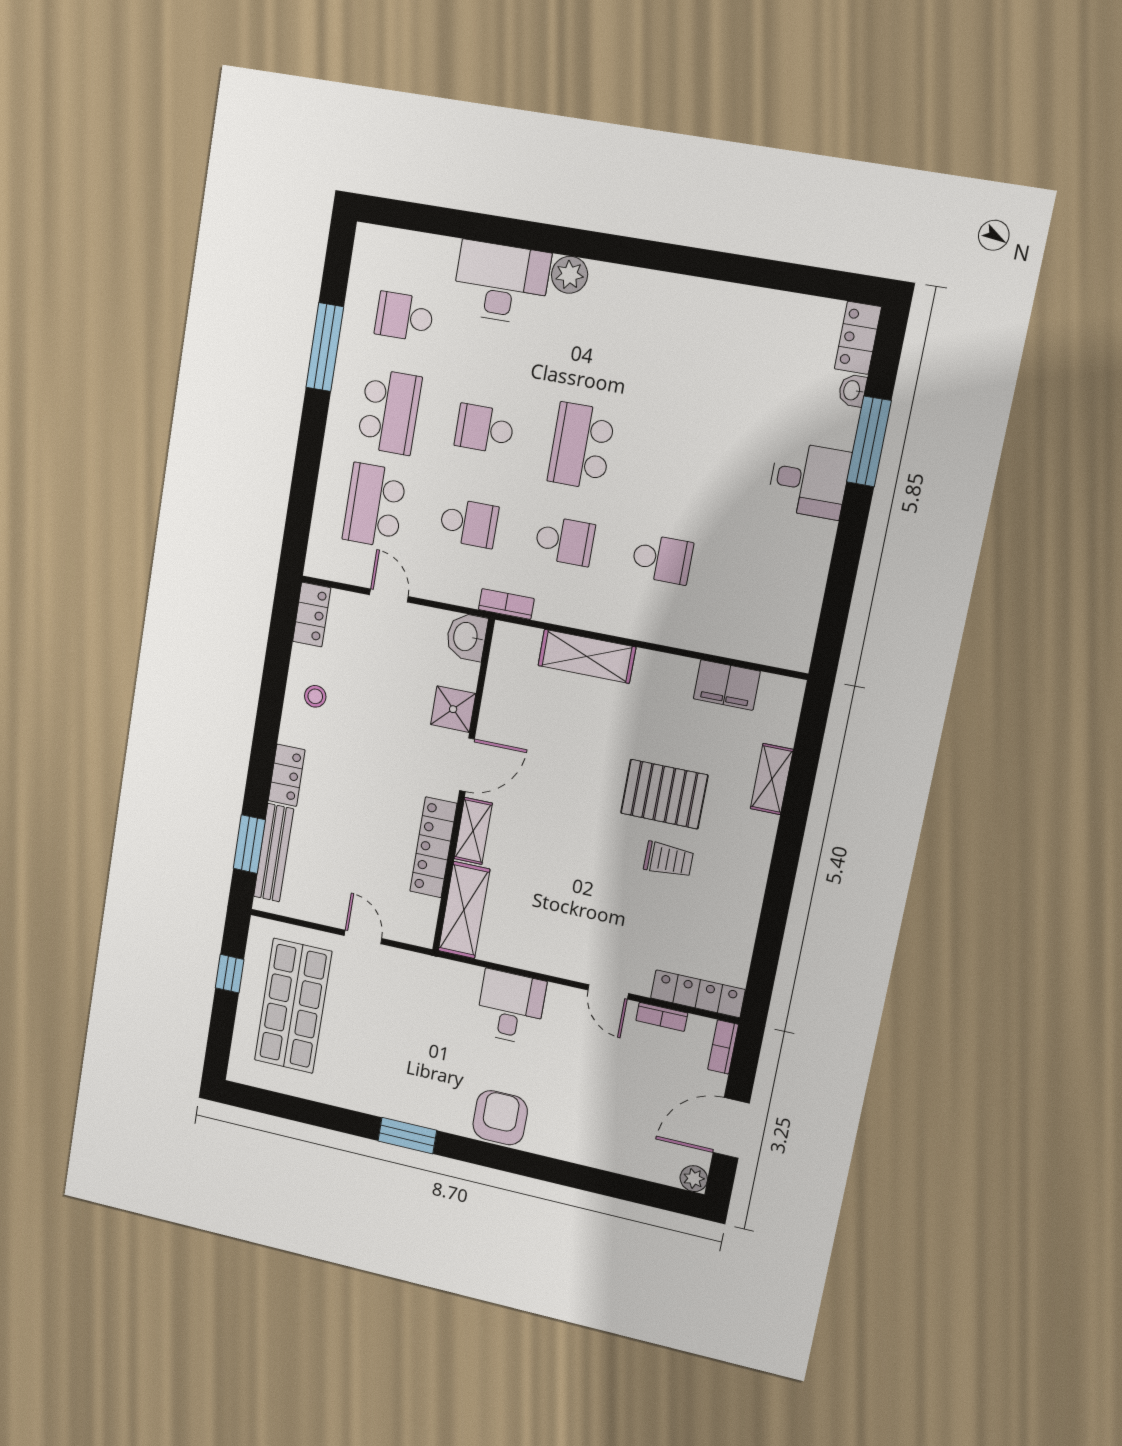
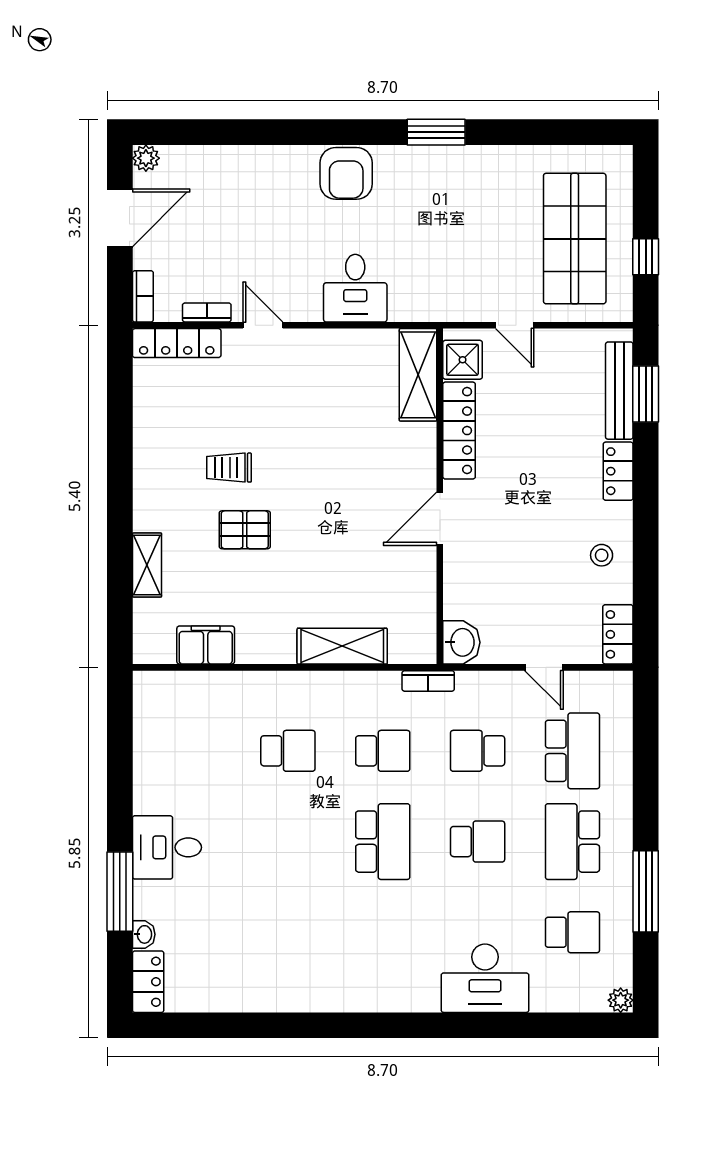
plant: (570, 275) -> (621, 1000), moved, width x0.73, depth x0.73
school desk: (565, 541) -> (383, 751), turned 180
school desk: (662, 559) -> (288, 751), turned 180
shower: (453, 709) -> (463, 360), moved
pallet: (664, 794) -> (245, 530), width x0.67, depth x0.71
shelving: (473, 831) -> (422, 455), removed

